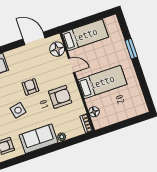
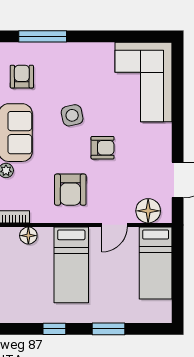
window: (142, 79) -> (54, 329), added

